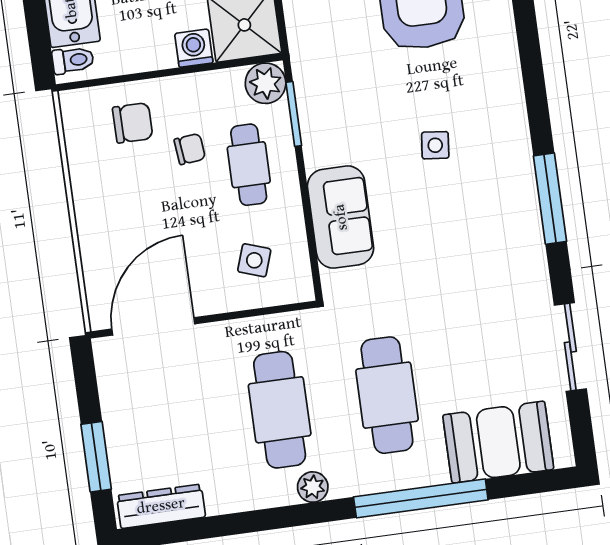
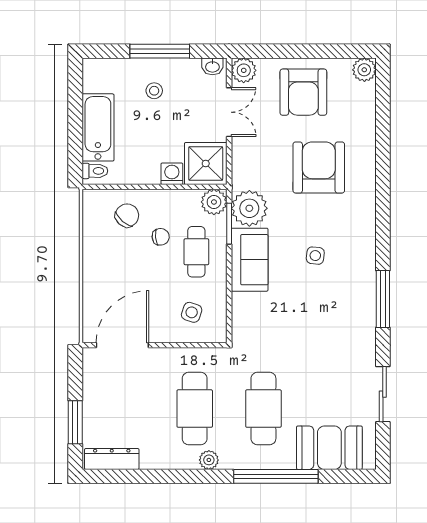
plant: (322, 86) -> (249, 208), added
chair: (133, 123) -> (127, 215), turned -49
sofa: (341, 217) -> (250, 260), moved

